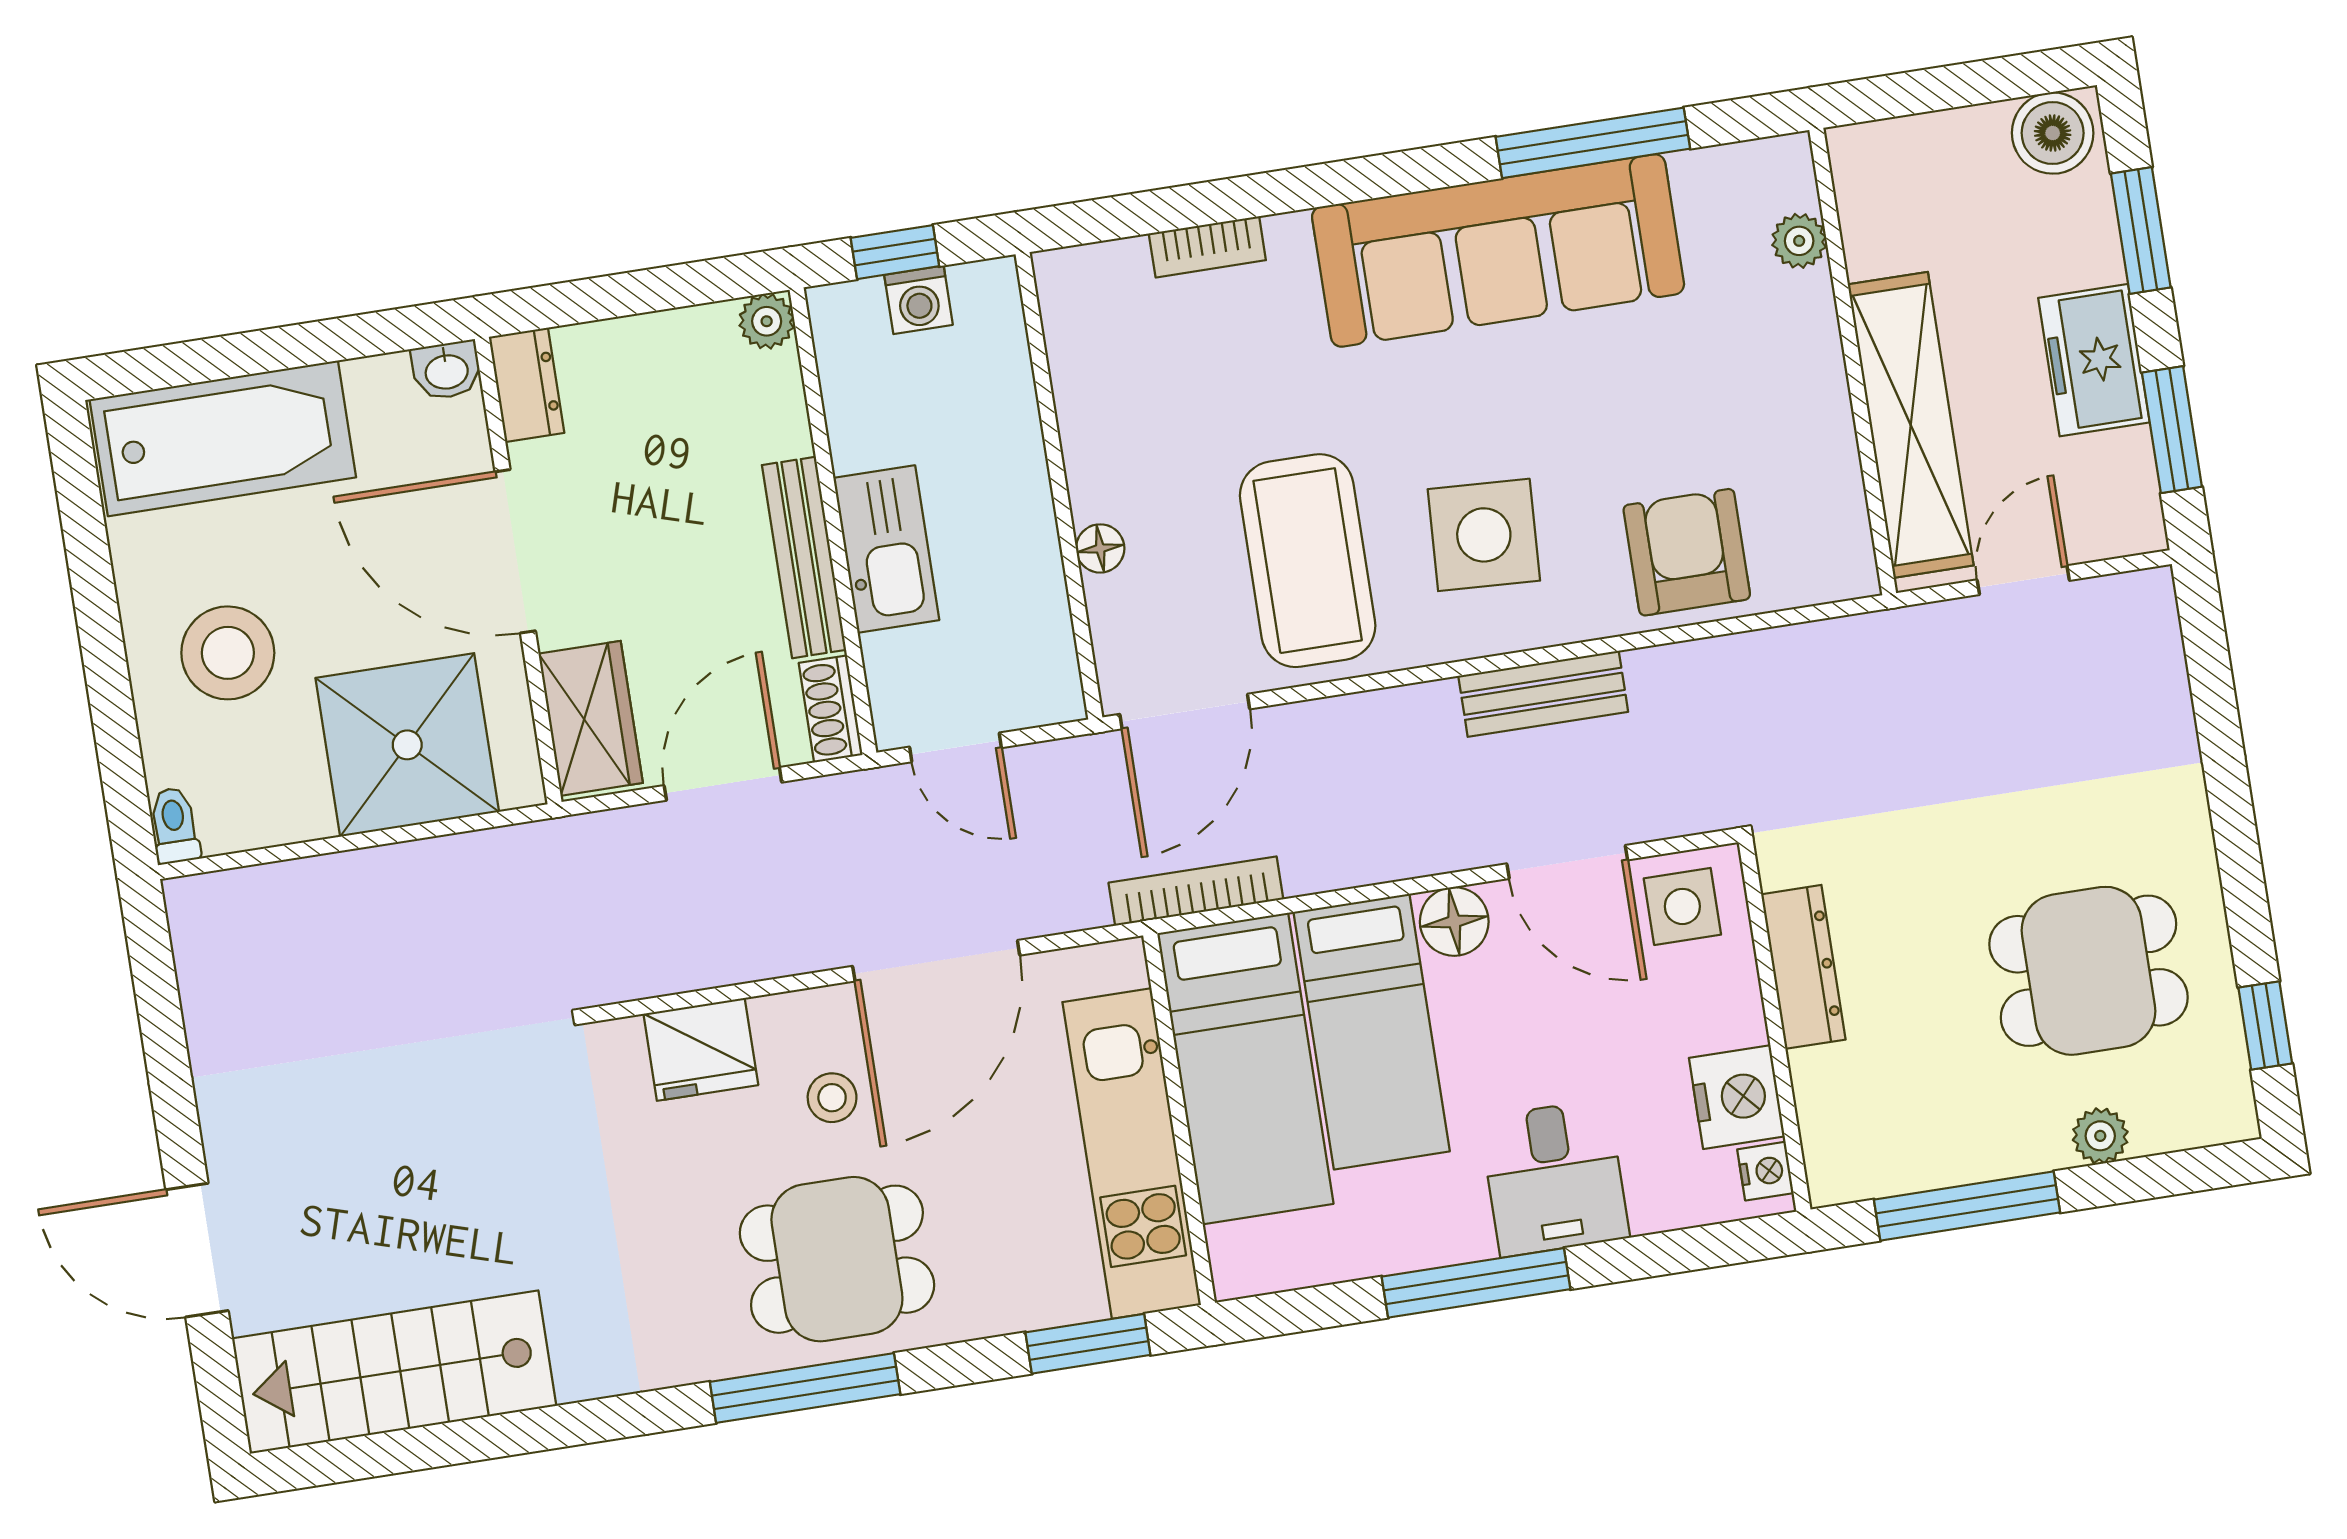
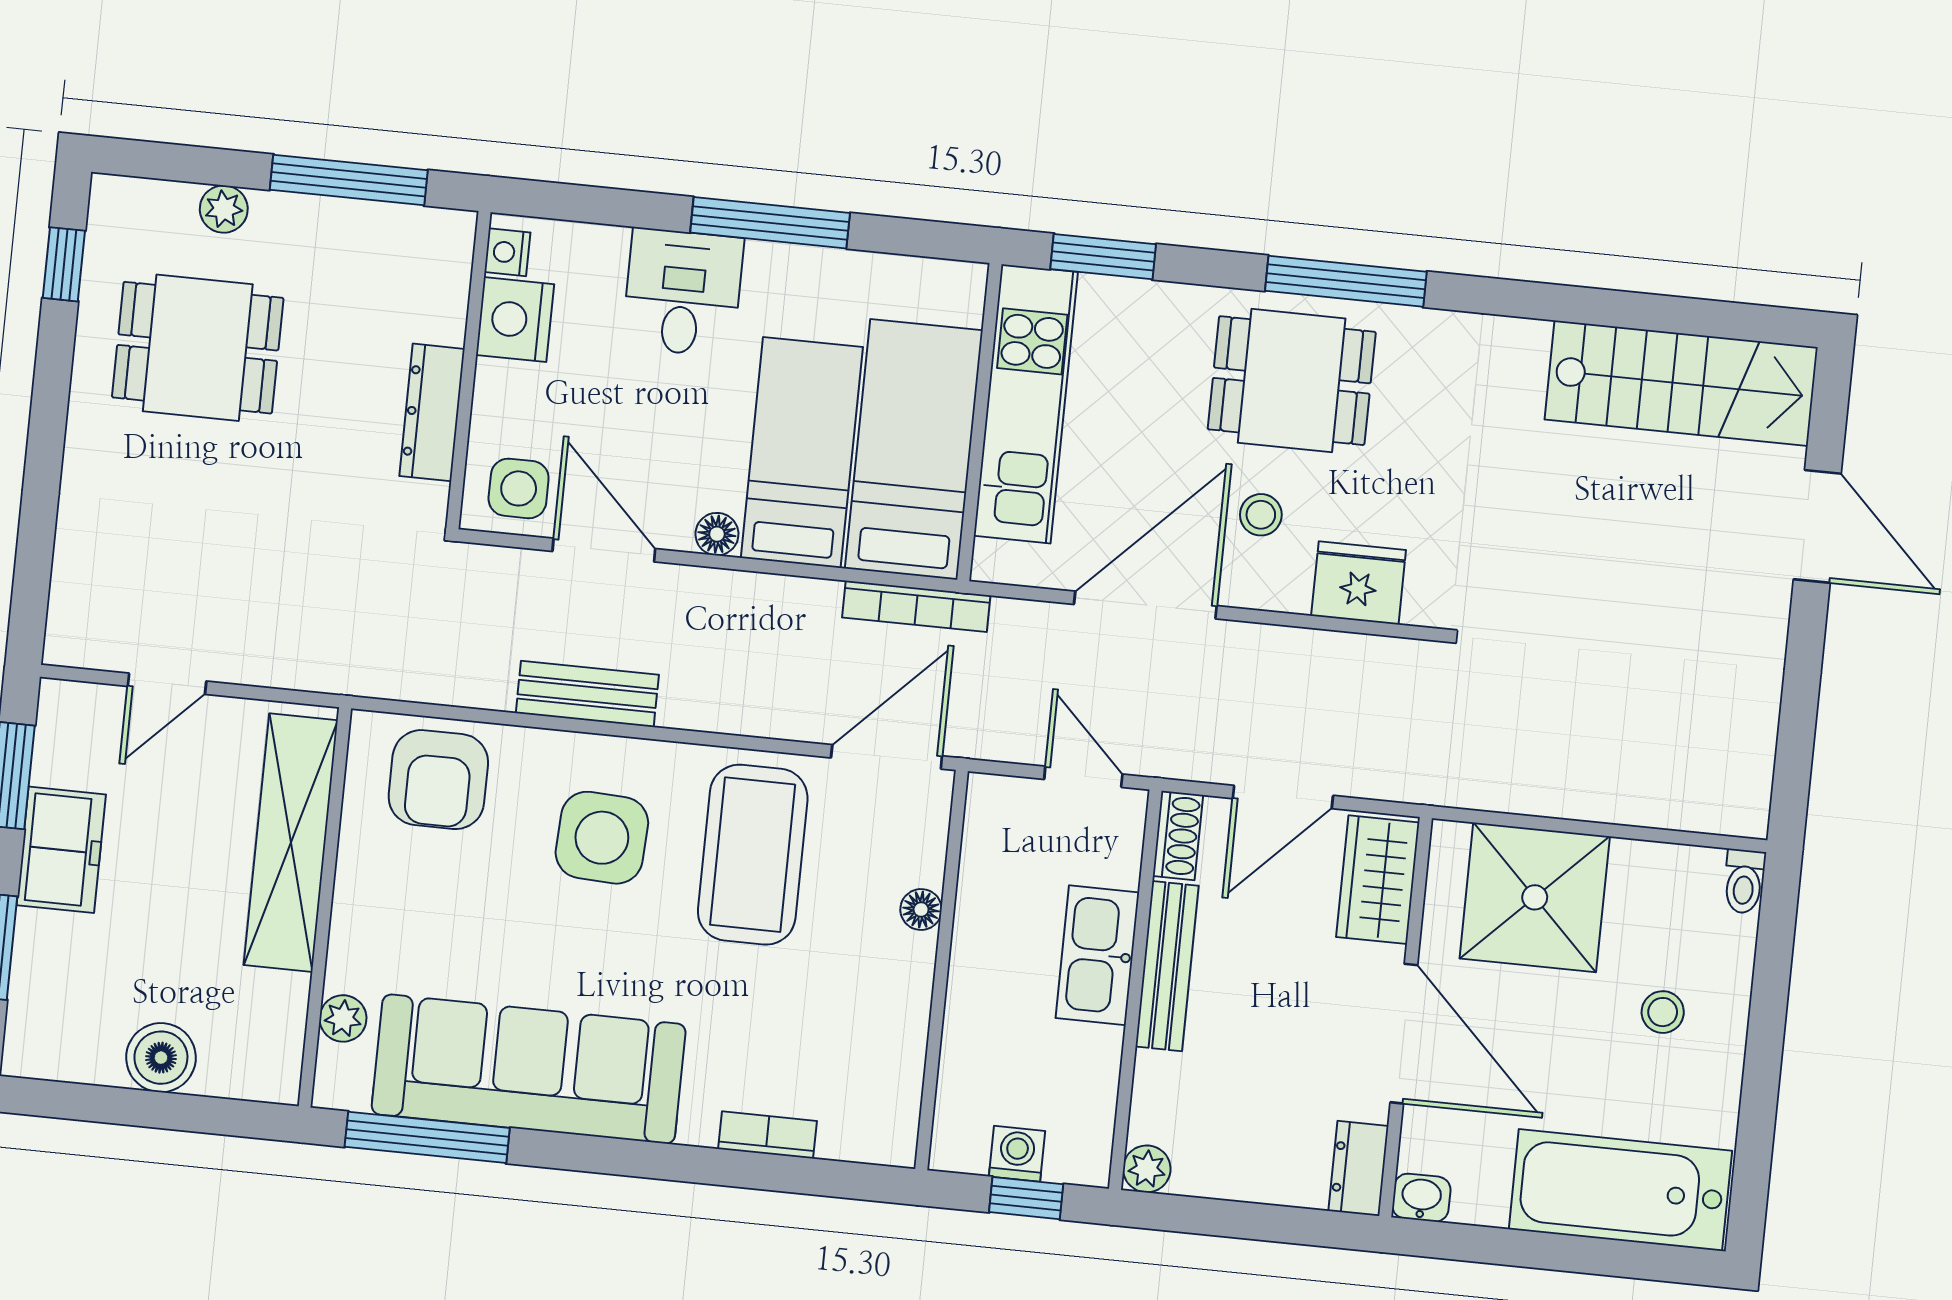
boiler: (2053, 133) -> (161, 1058), moved
plant: (1799, 241) -> (343, 1018), moved
wall: (1853, 361) -> (325, 907), moved
shelving: (1911, 425) -> (291, 843), moved
stool: (228, 653) -> (1663, 1012), width x0.53, depth x0.53
floor lamp: (1454, 921) -> (717, 534), width x0.73, depth x0.73

